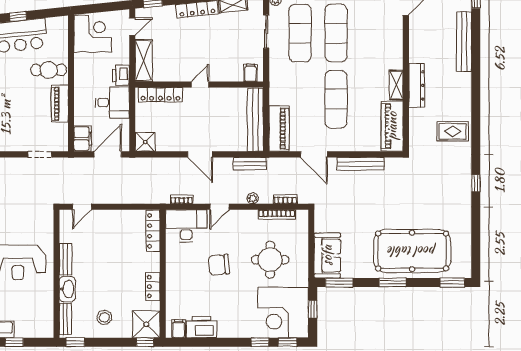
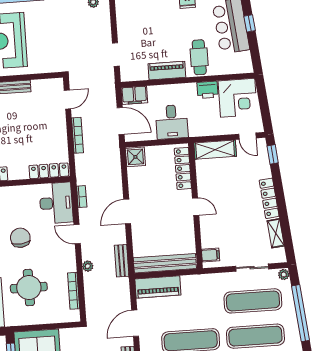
printer: (121, 75) -> (208, 90), moved, turned 180
bookcase: (285, 199) -> (77, 135), moved, width x1.56
door: (82, 207) -> (67, 100), swing flipped

